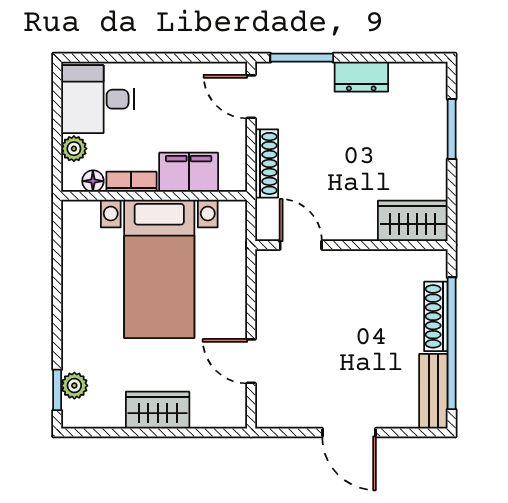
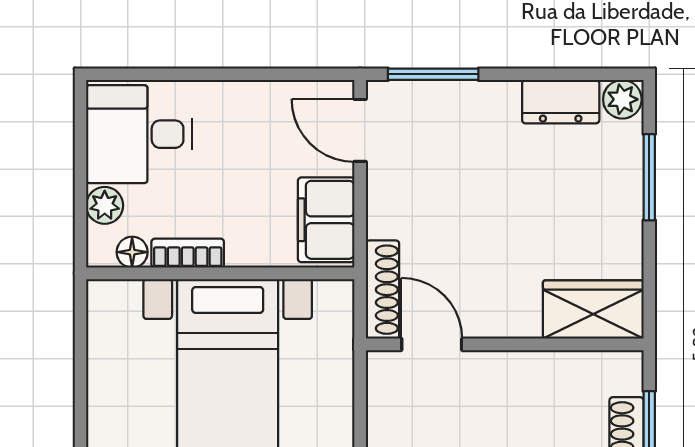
plant: (433, 75) -> (622, 99), added
dresser: (361, 77) -> (561, 102), moved
shoe rack: (267, 163) -> (383, 290), moved
filing cabinet: (189, 172) -> (326, 220), moved, turned -90

